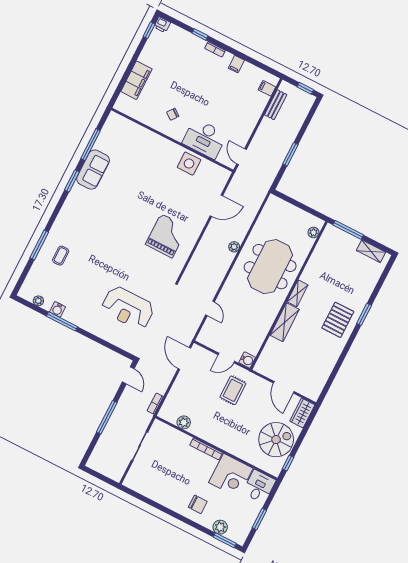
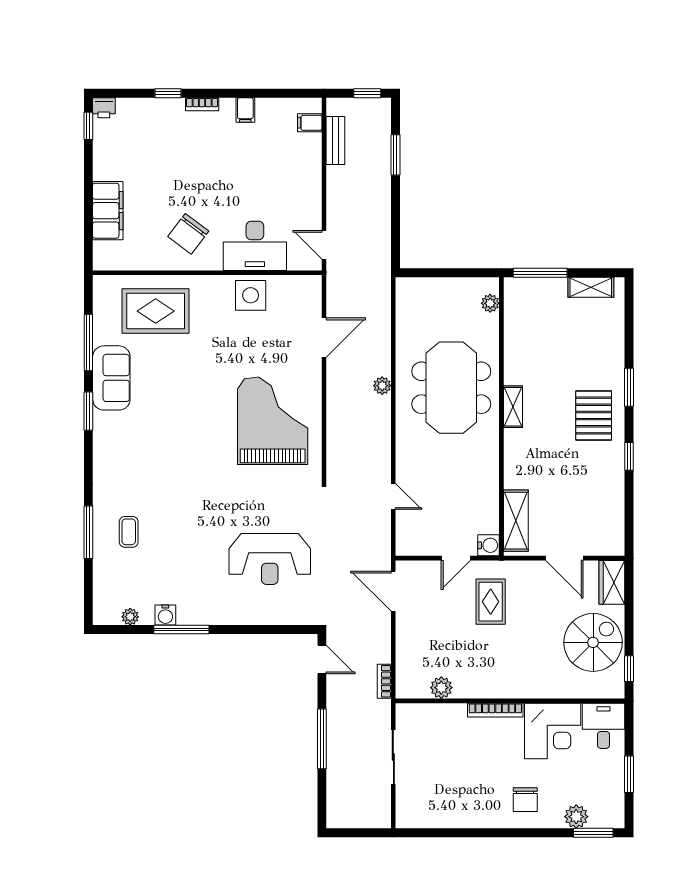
chair: (173, 114) -> (188, 234), width x1.87, depth x1.87
rug: (135, 146) -> (156, 311), added
window: (290, 154) -> (395, 155), moved
grand piano: (167, 236) -> (273, 421), width x1.37, depth x1.48
shelving: (285, 322) -> (516, 521), moved
window: (345, 351) -> (629, 456), added
chair: (198, 504) -> (525, 800), turned 90

